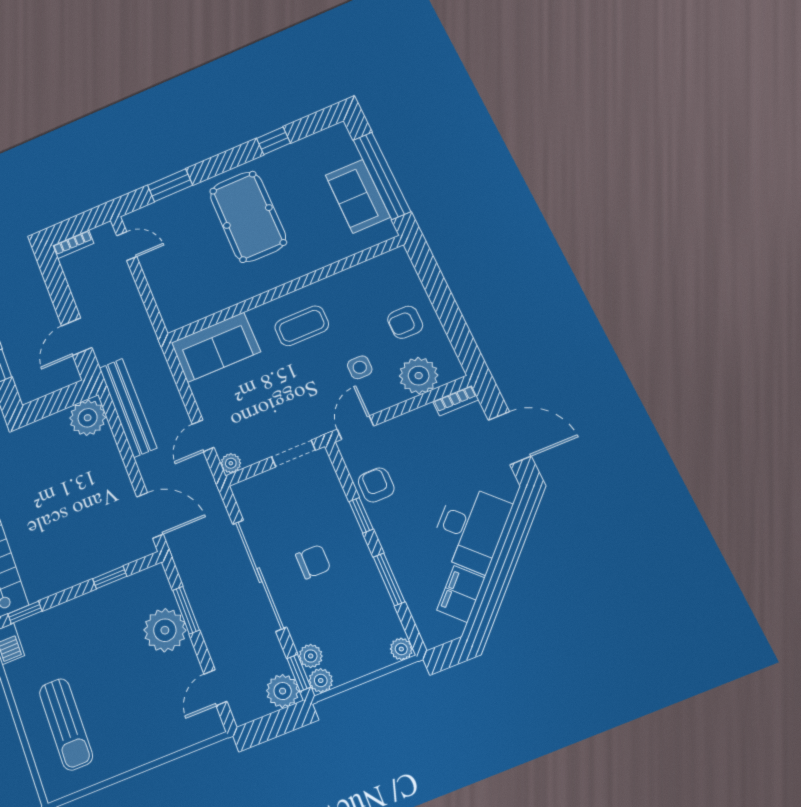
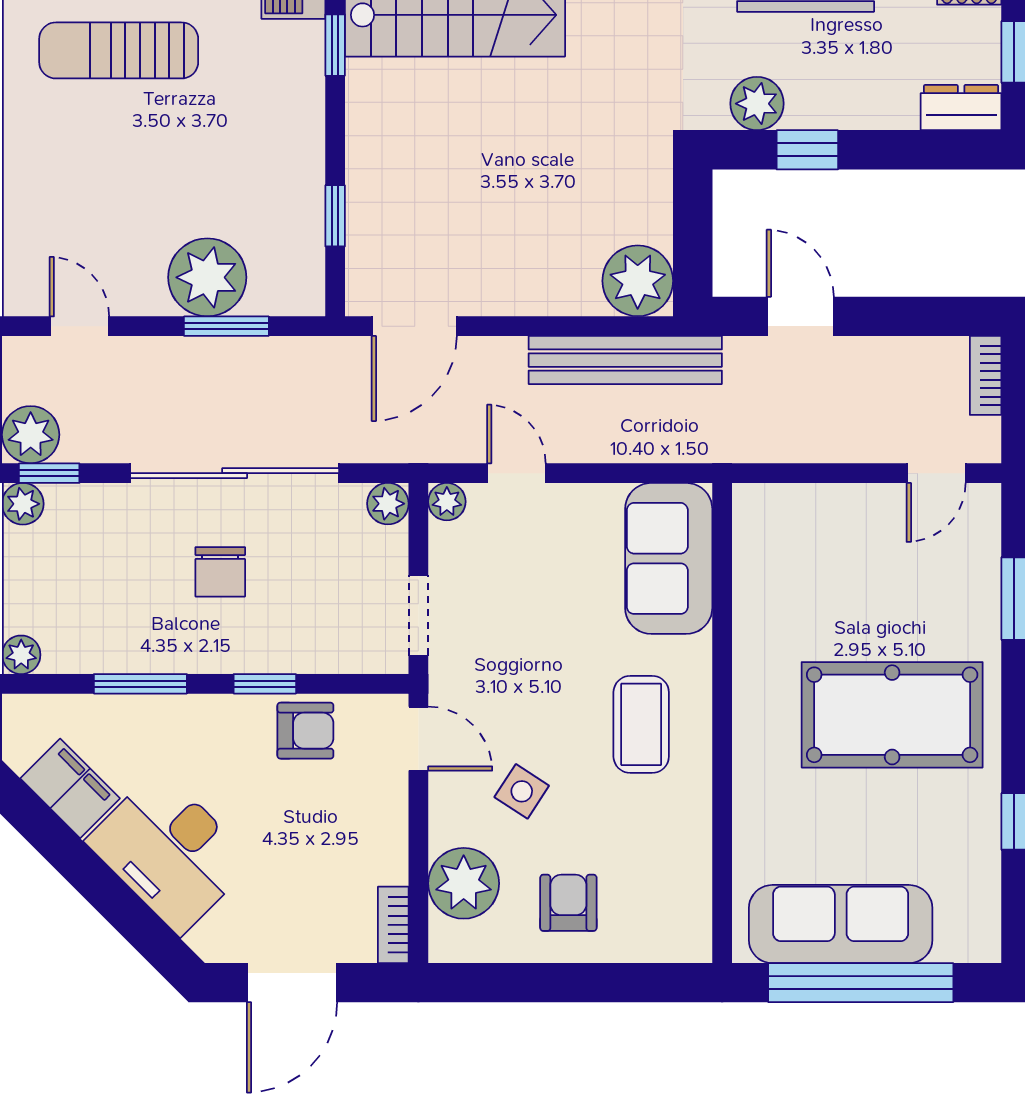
sofa: (358, 196) -> (841, 924), width x1.36
side table: (360, 367) -> (522, 791), turned 33
plant: (311, 656) -> (388, 504), moved

